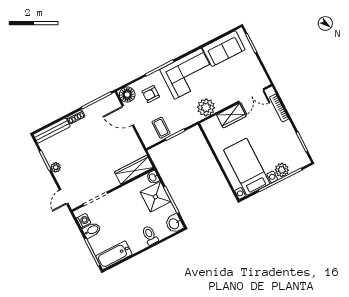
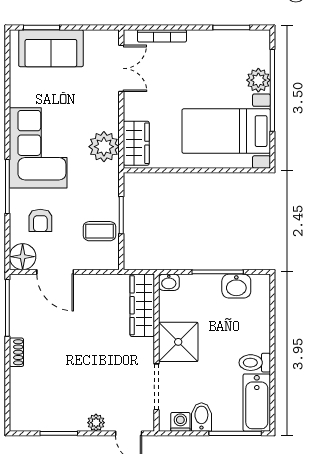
sofa: (224, 49) -> (51, 48), moved, turned 90
door: (128, 116) -> (55, 272), hinge flipped
wardrobe: (231, 116) -> (136, 143), moved
bench: (52, 131) -> (18, 400), removed
plant: (56, 167) -> (96, 423), moved
shower: (155, 197) -> (178, 342), moved
washbasin: (174, 224) -> (236, 286), moved
toilet: (150, 235) -> (255, 363), moved

